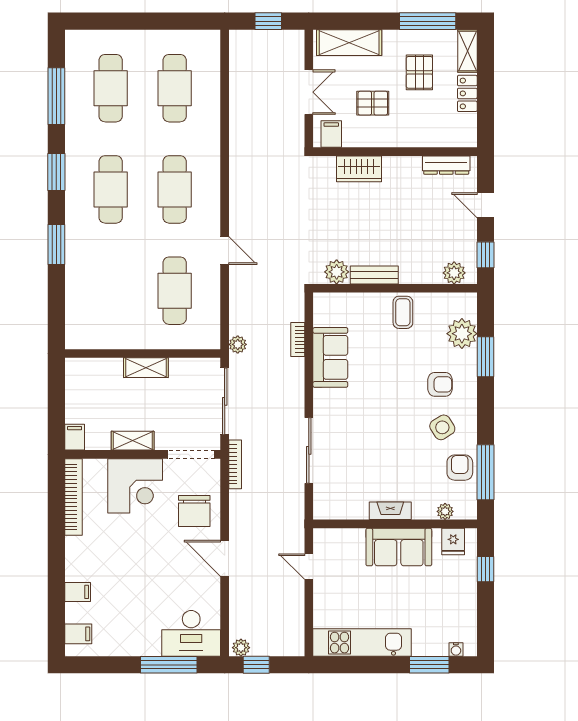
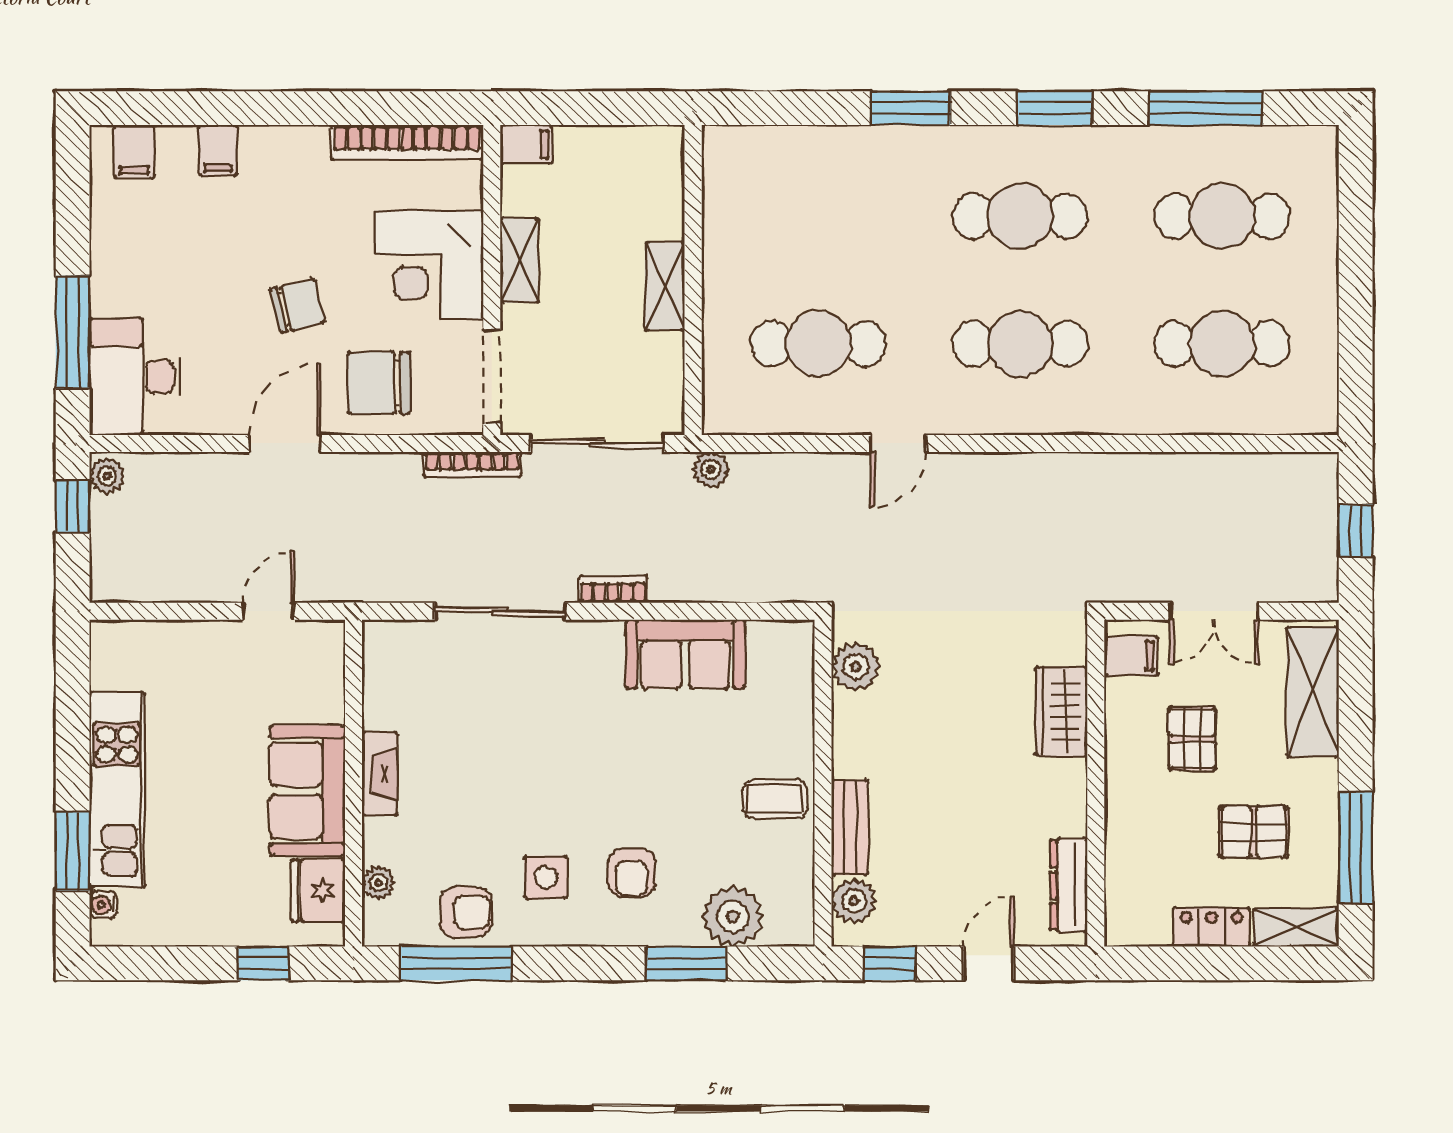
bench: (374, 275) -> (850, 827), moved
bookcase: (298, 339) -> (613, 589), moved
side table: (442, 427) -> (546, 877), turned 32
fridge: (453, 541) -> (318, 890), width x1.38
chair: (156, 552) -> (297, 306), added
kitchen unit: (362, 643) -> (117, 790), moved

